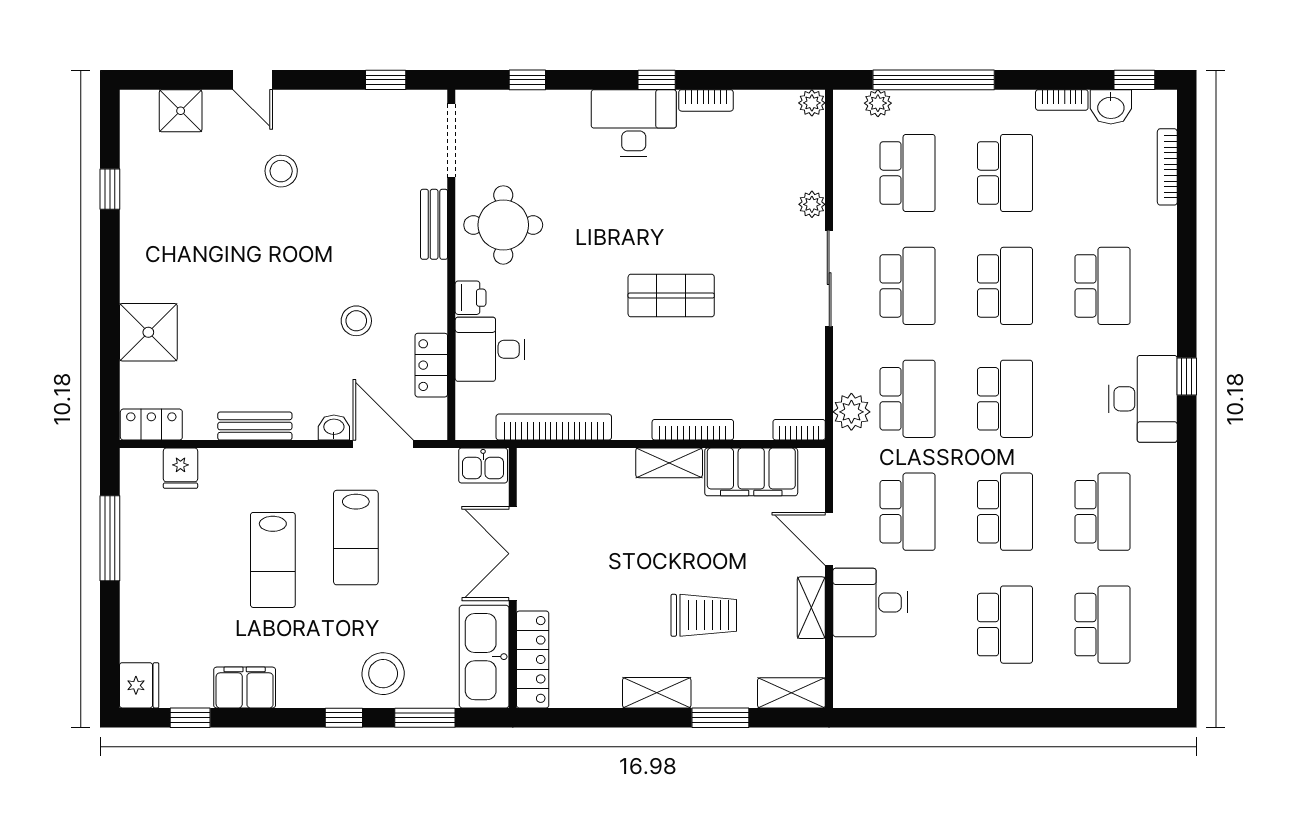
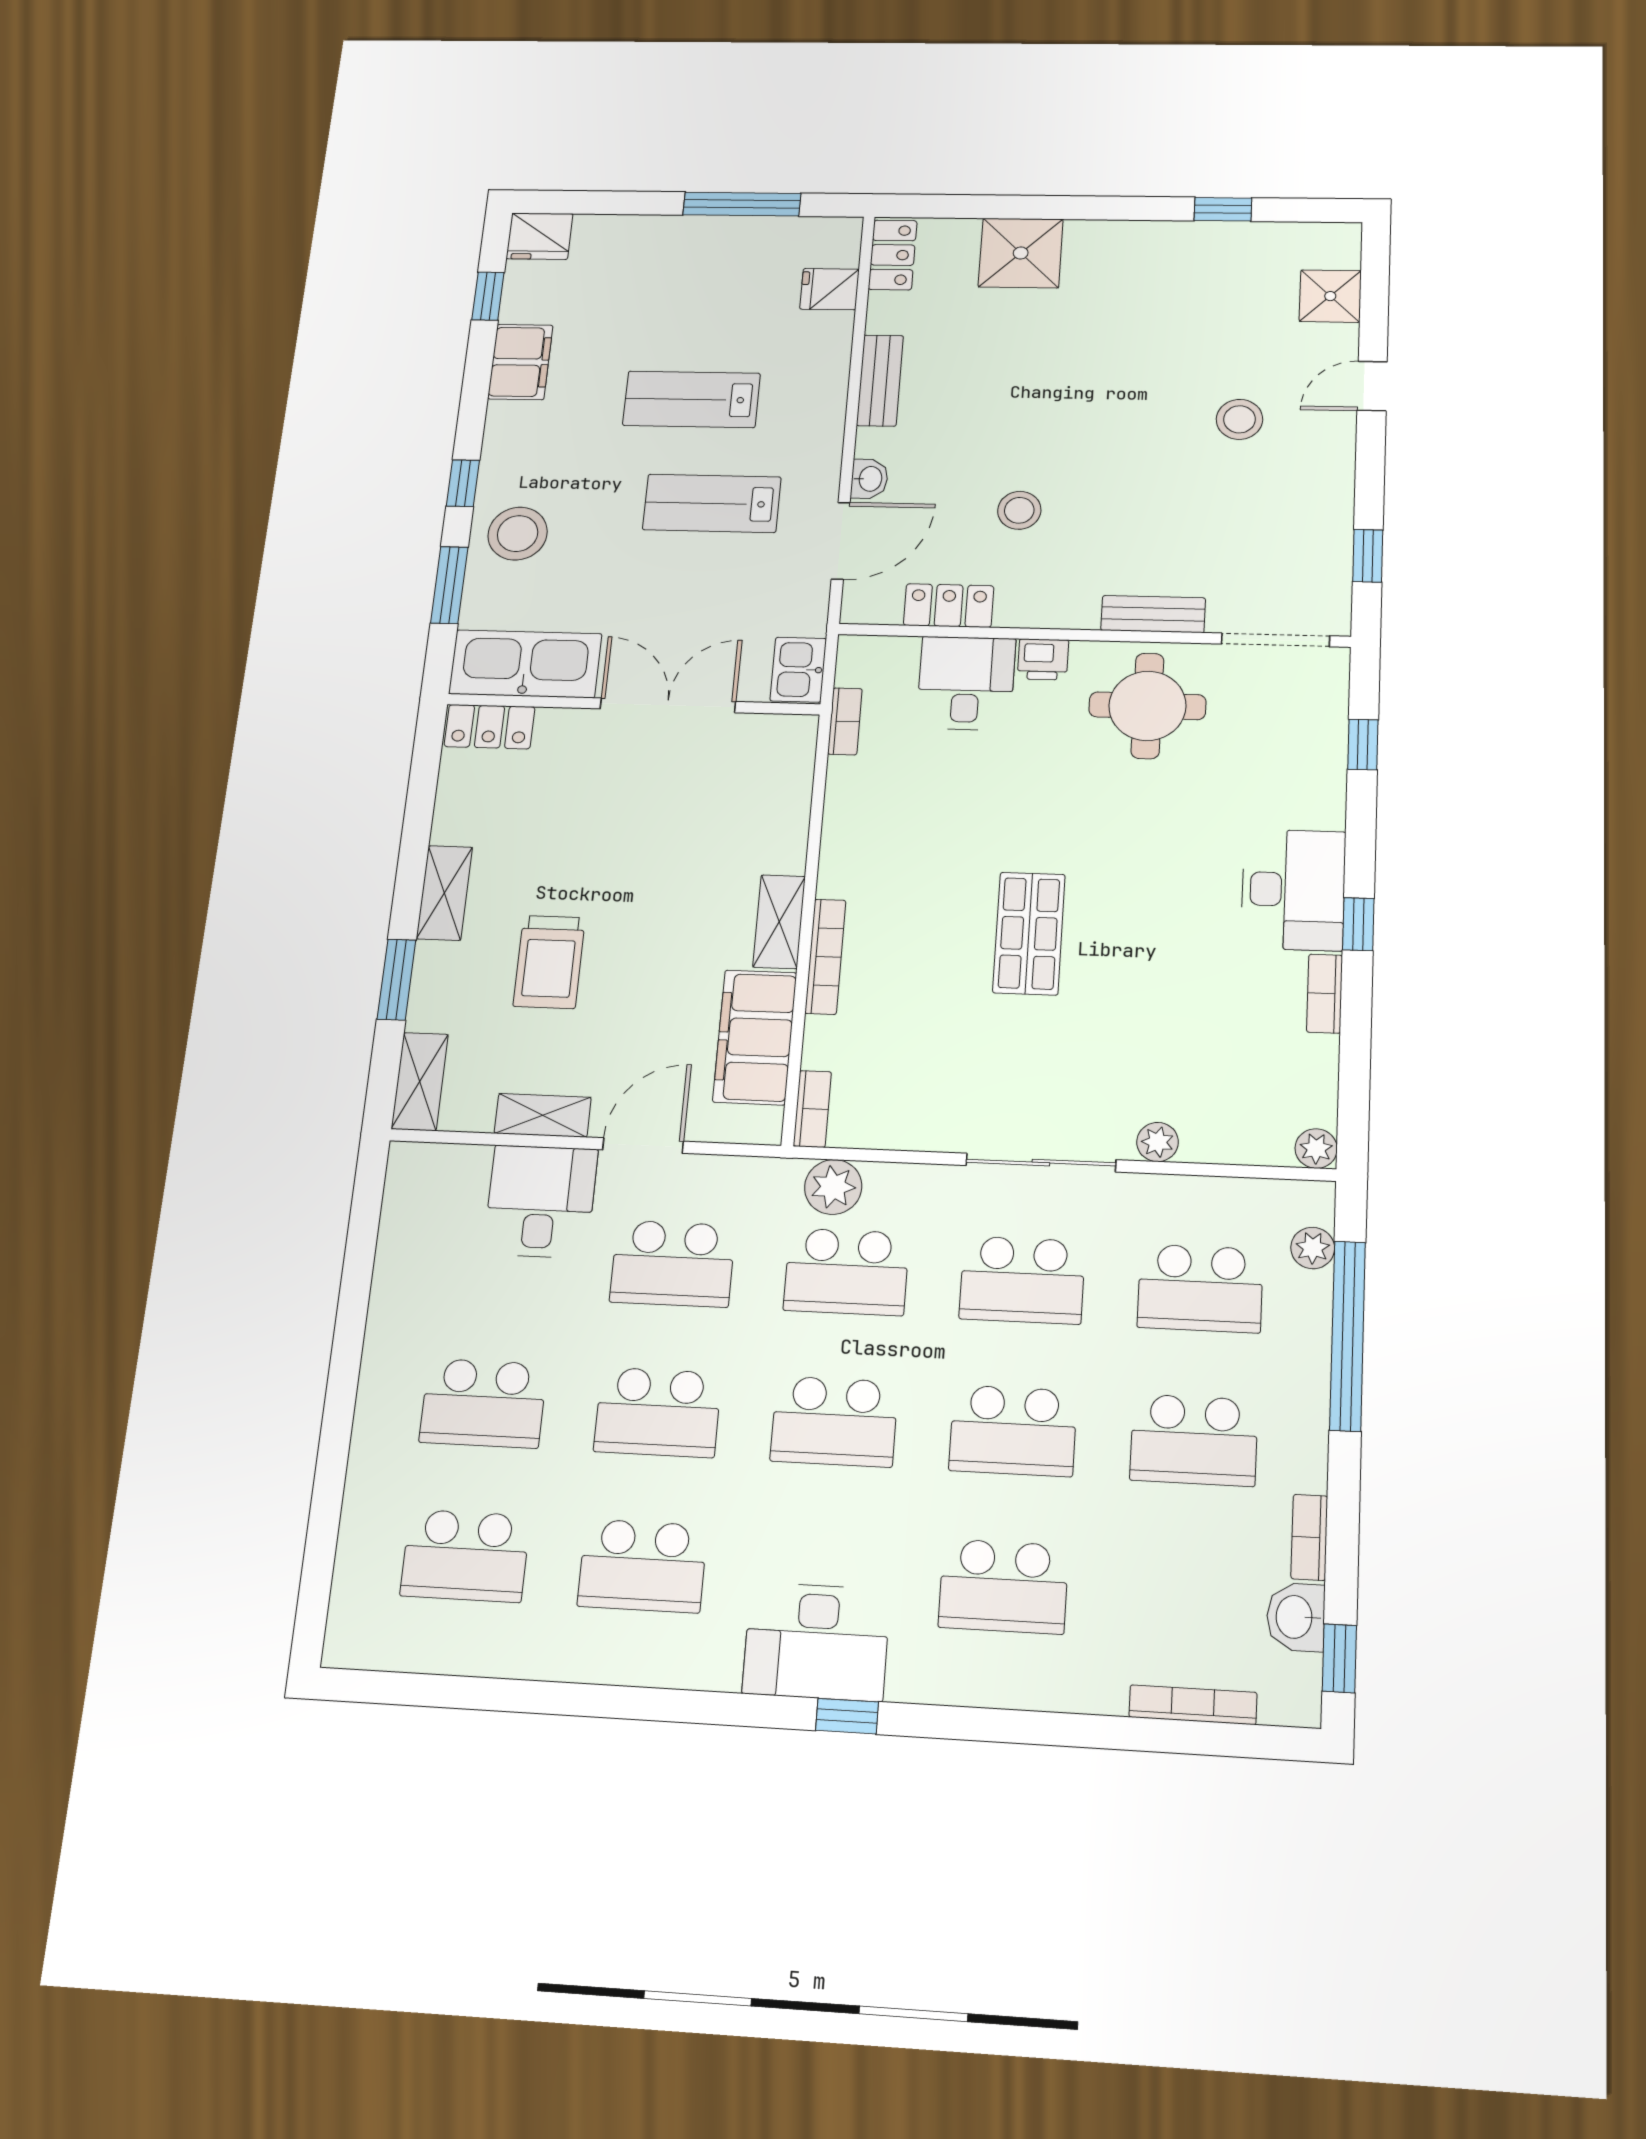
bookcase: (554, 427) -> (845, 721), width x0.43, depth x0.76
locker: (533, 659) -> (489, 727), width x0.66

